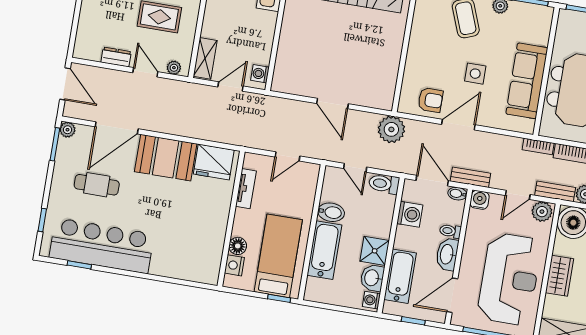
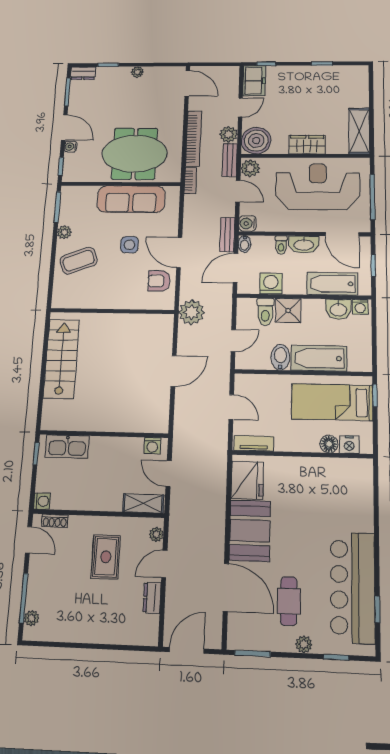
armchair: (430, 100) -> (159, 281), turned -90
plant: (67, 130) -> (304, 644), moved
toilet: (384, 184) -> (265, 312), moved
tv unit: (246, 189) -> (254, 443), moved
shower: (375, 251) -> (288, 310), moved

